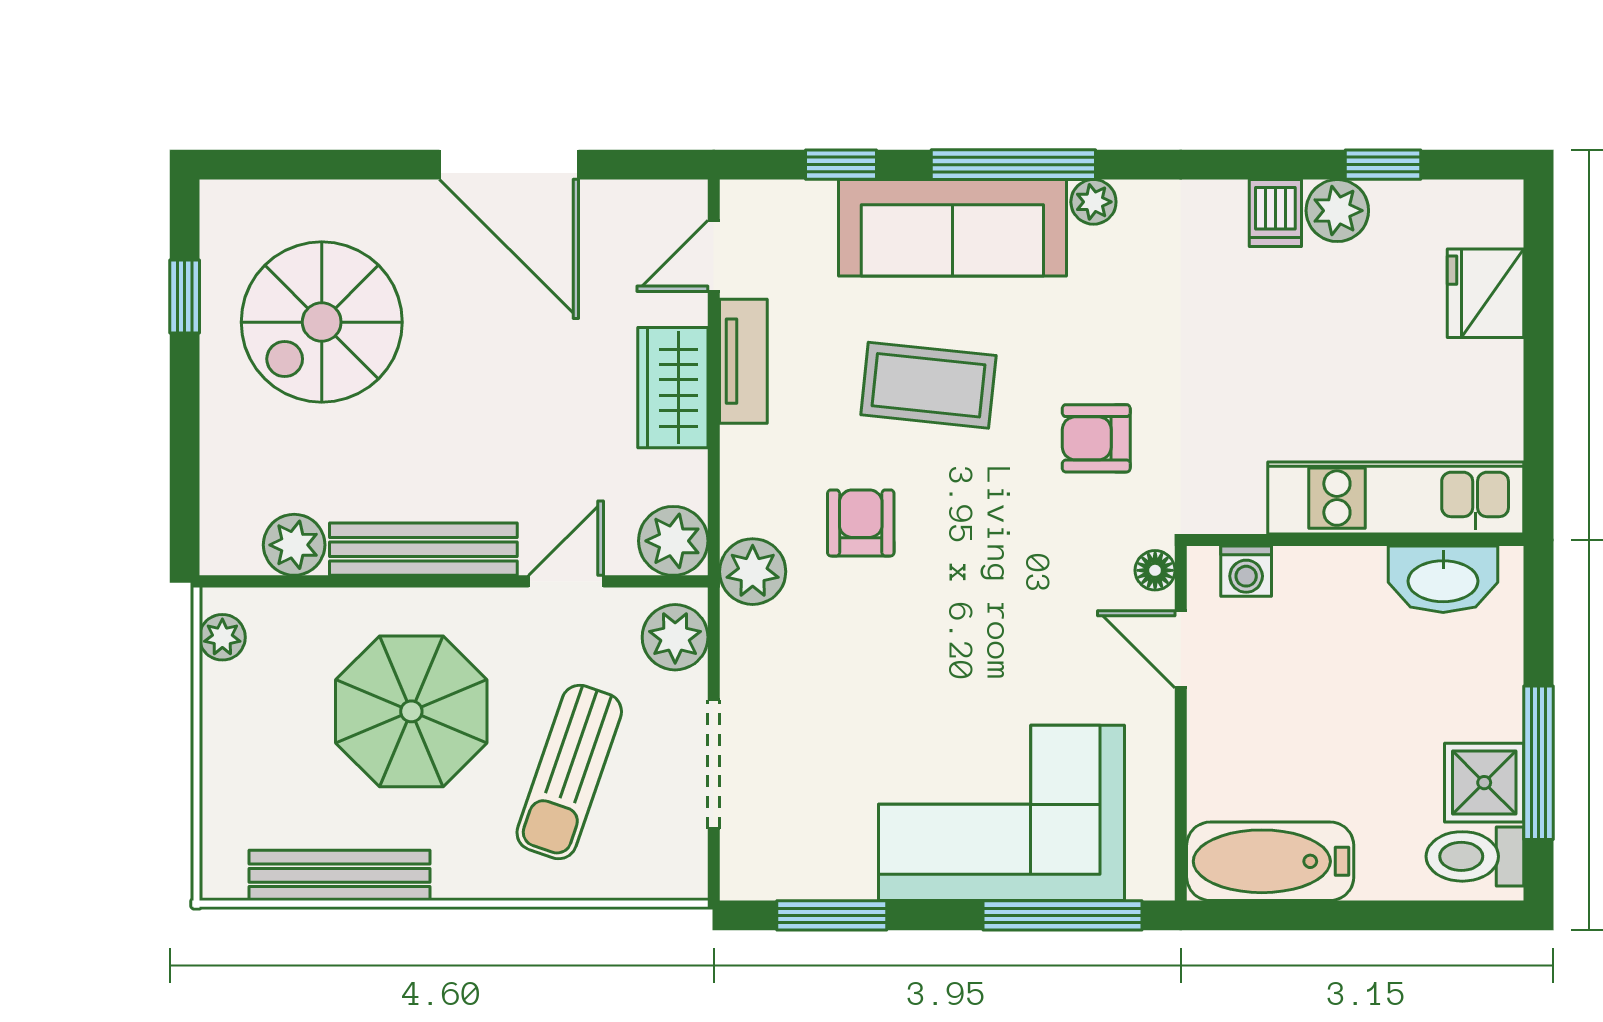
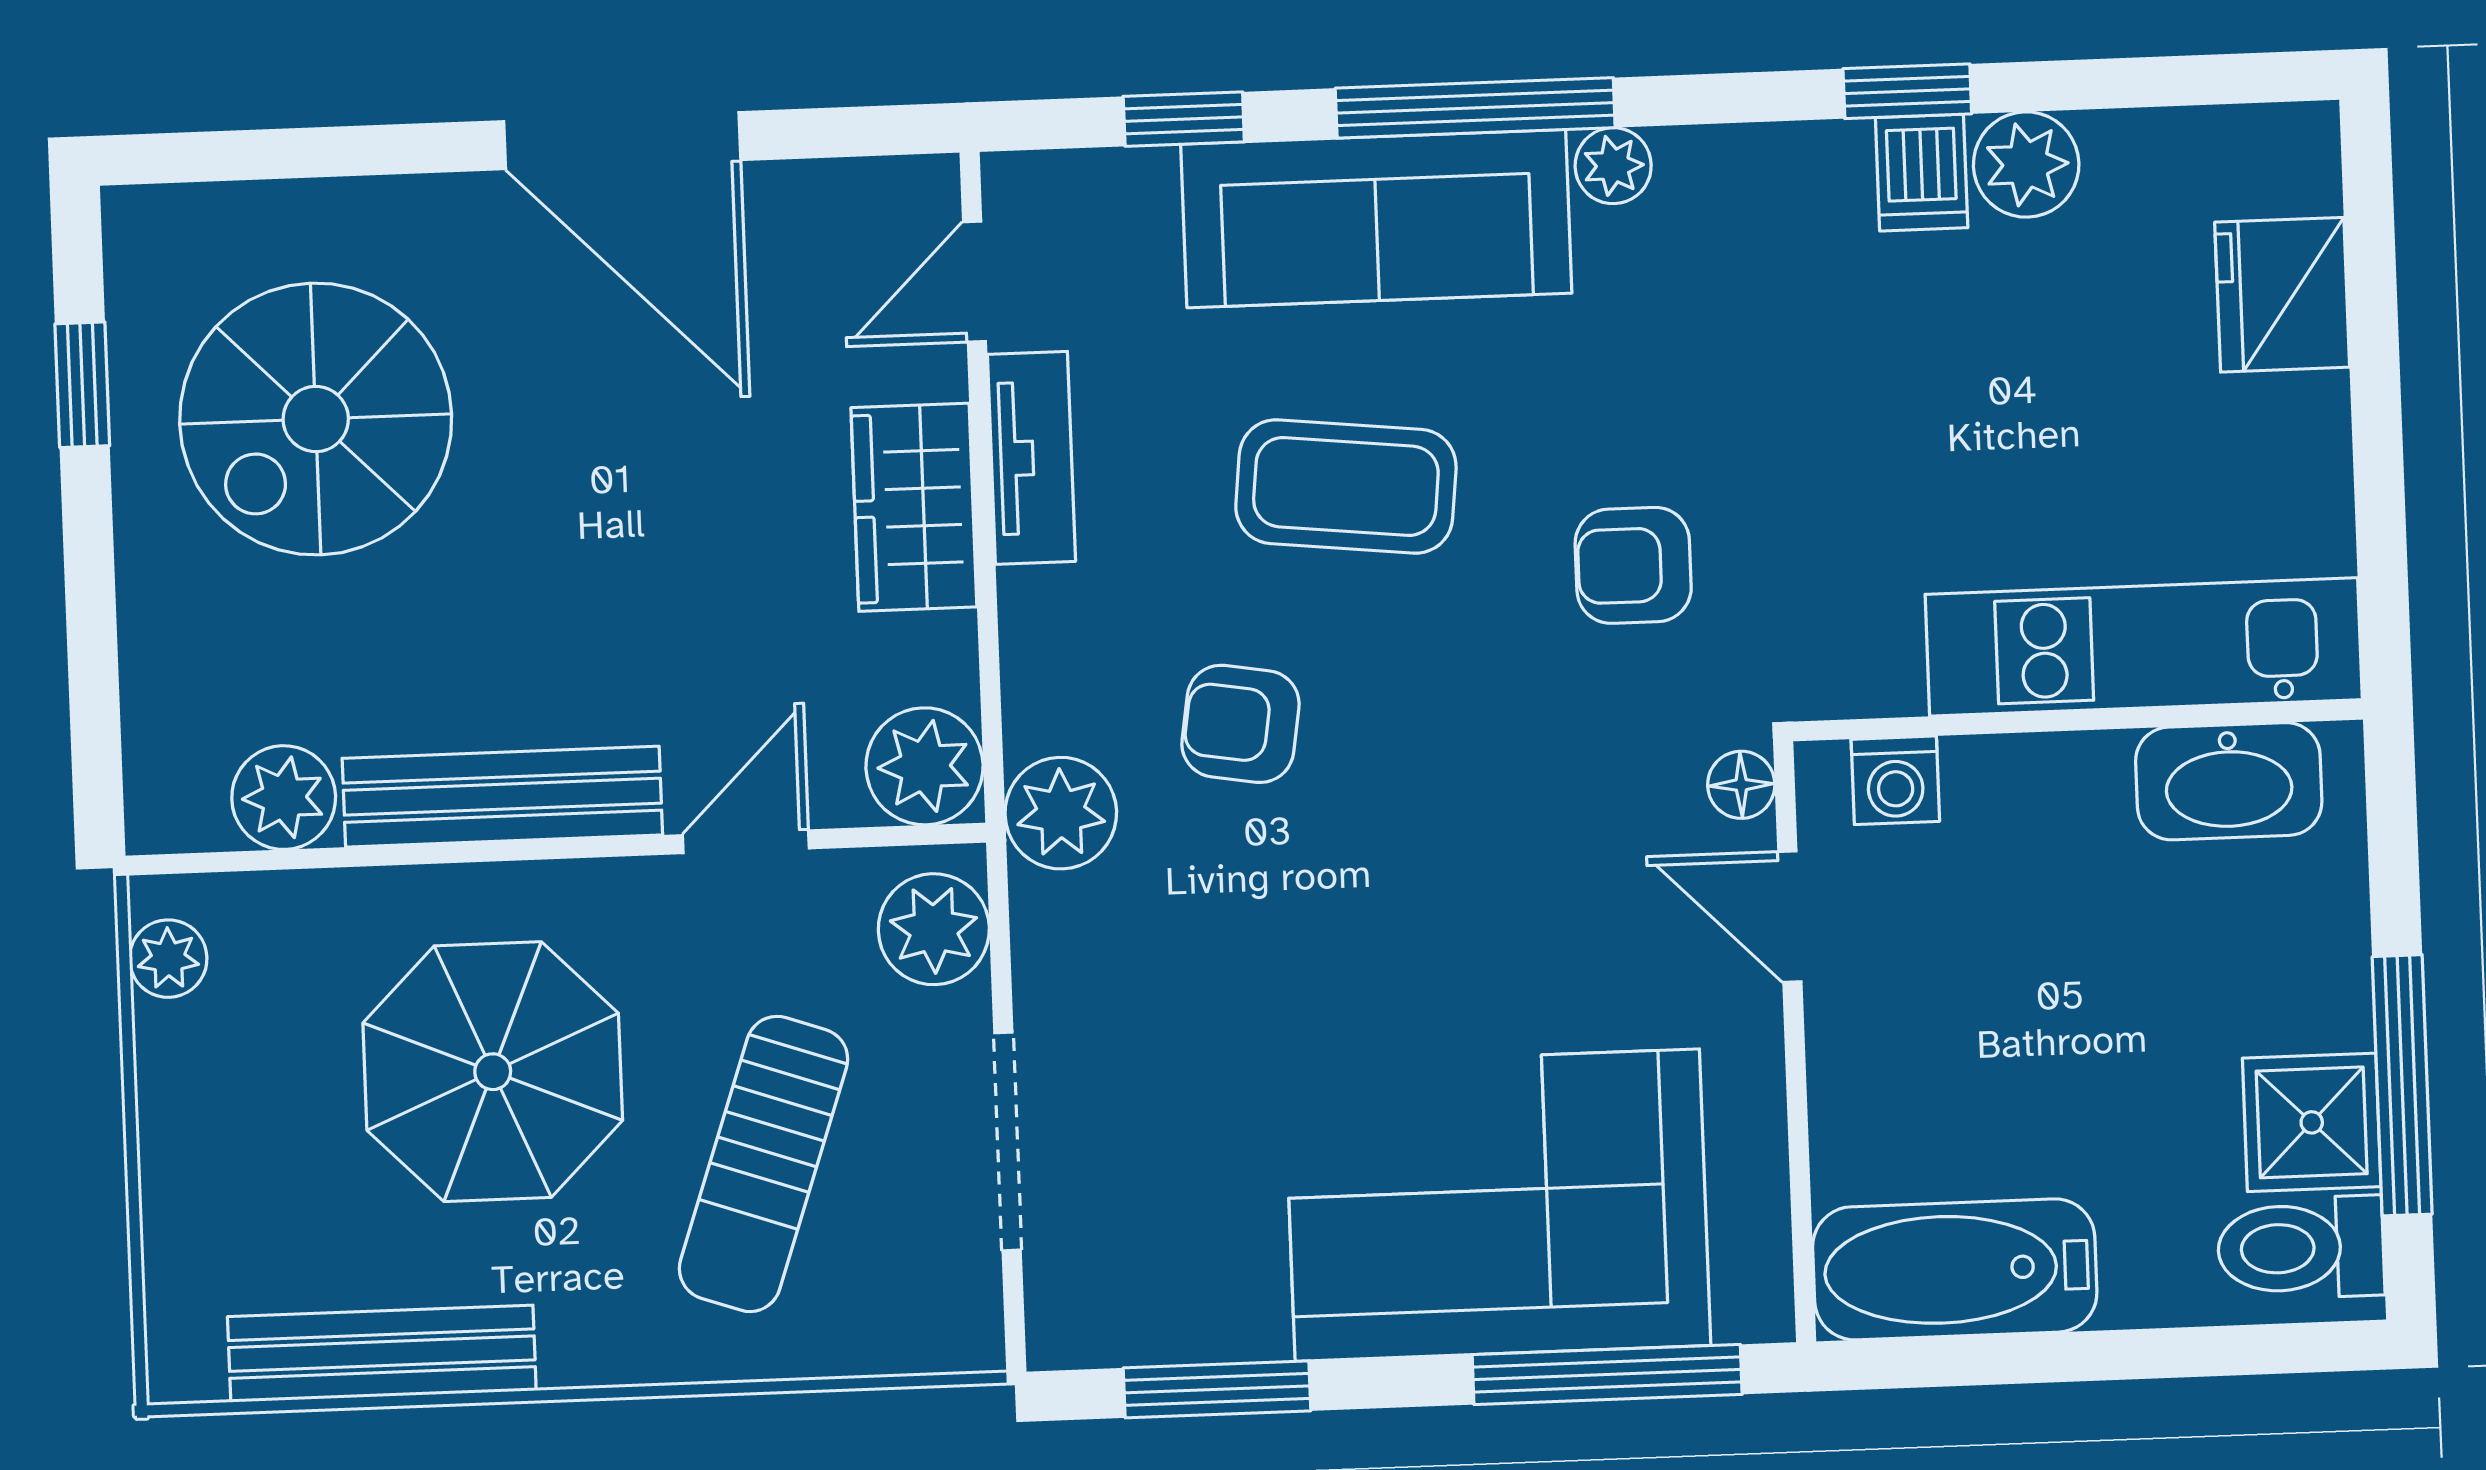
window: (1383, 165) -> (1907, 91), moved
armchair: (861, 523) -> (1240, 724), turned -81

